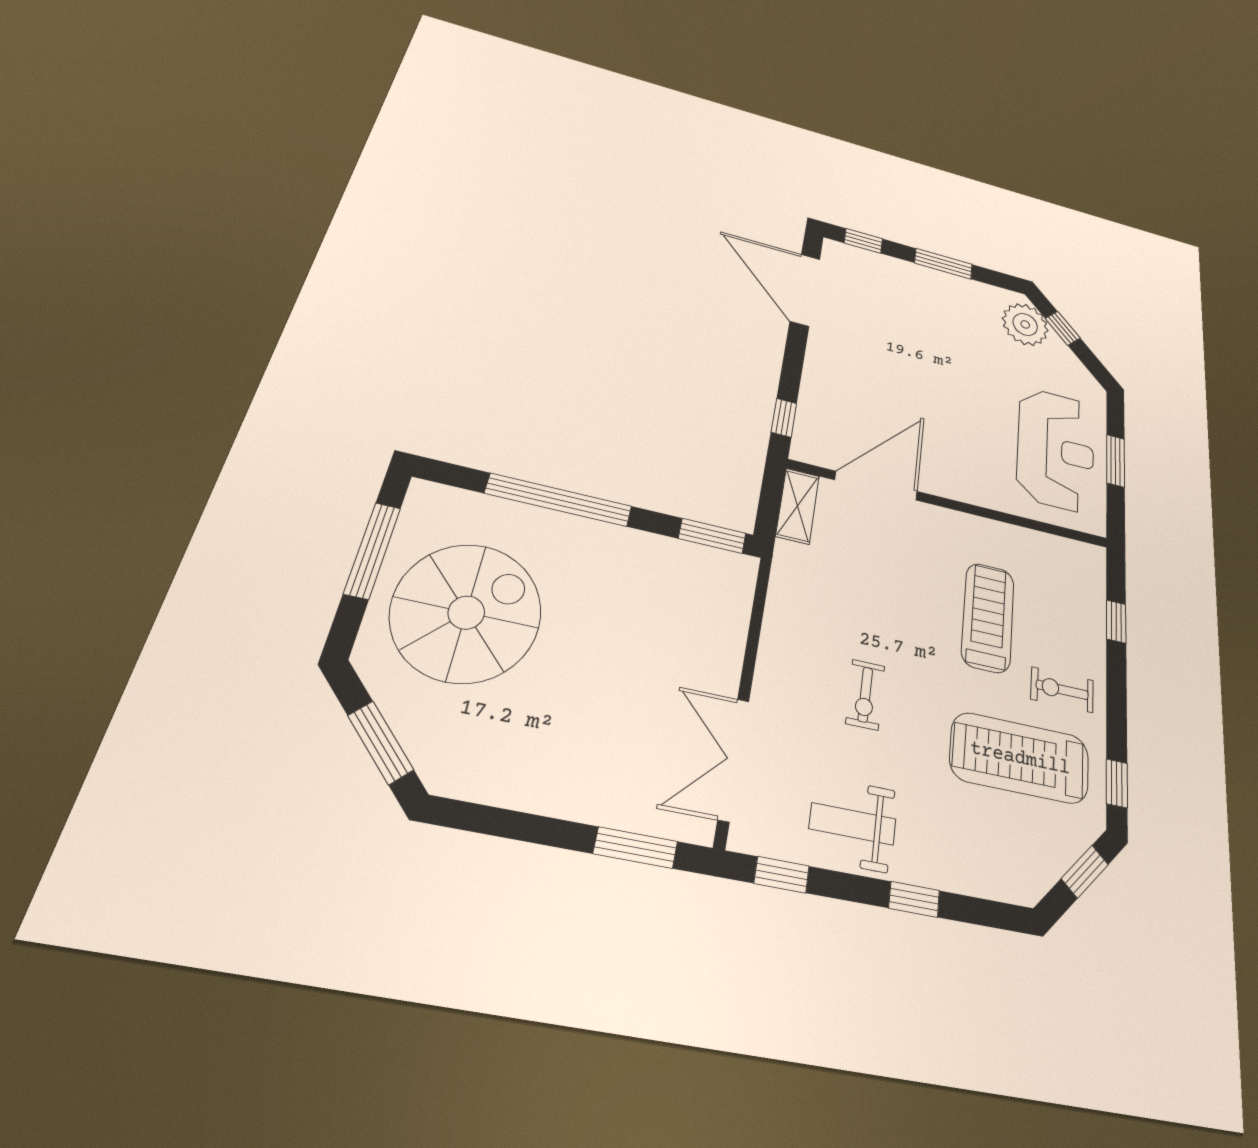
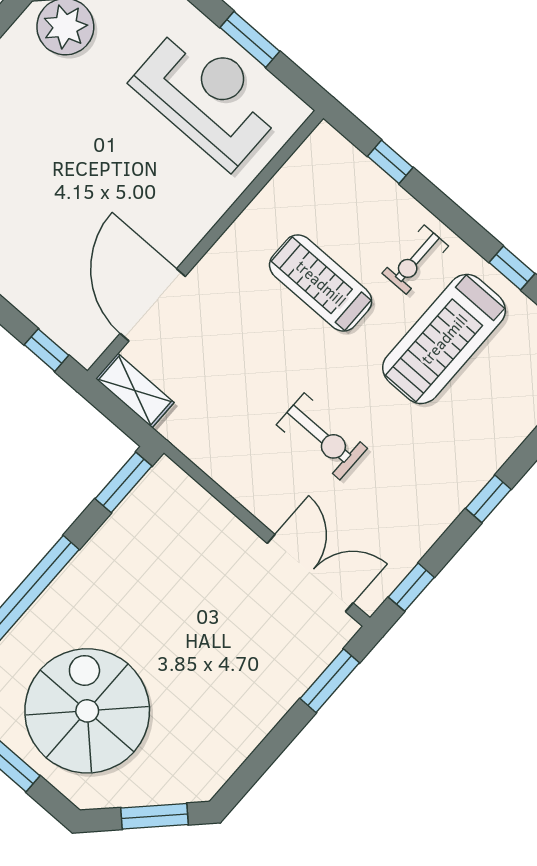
exercise bike: (865, 695) -> (322, 436), width x1.38, depth x1.39
double door: (734, 759) -> (310, 573), swing flipped
weight bench: (853, 824) -> (409, 511), removed

